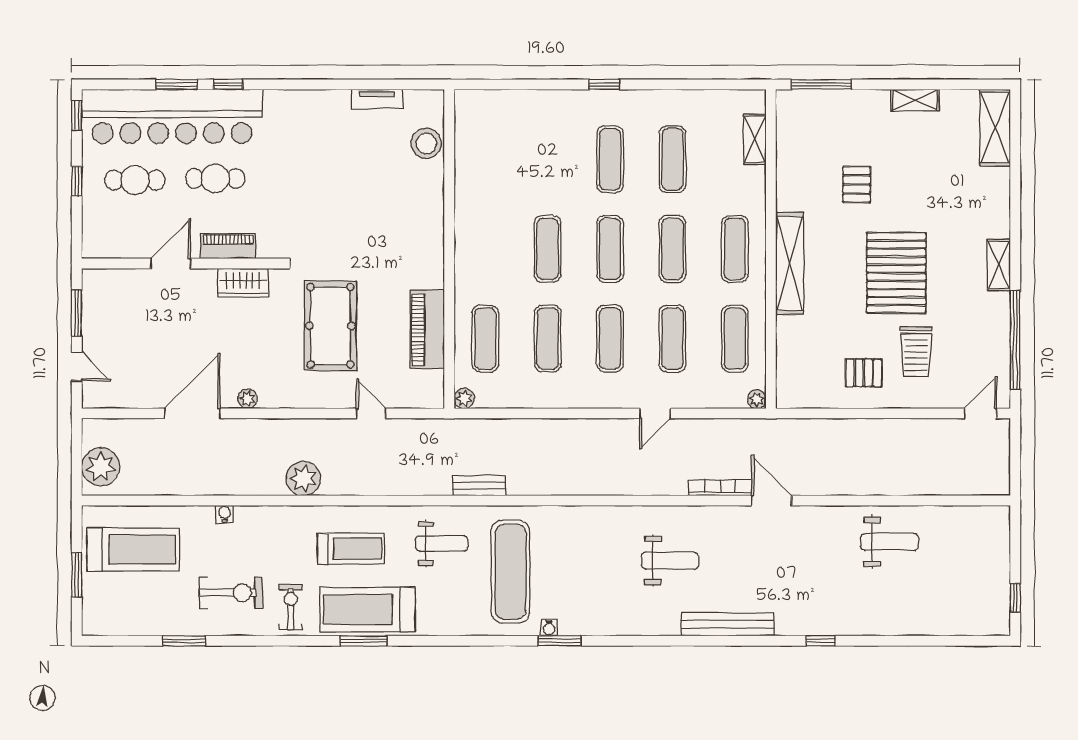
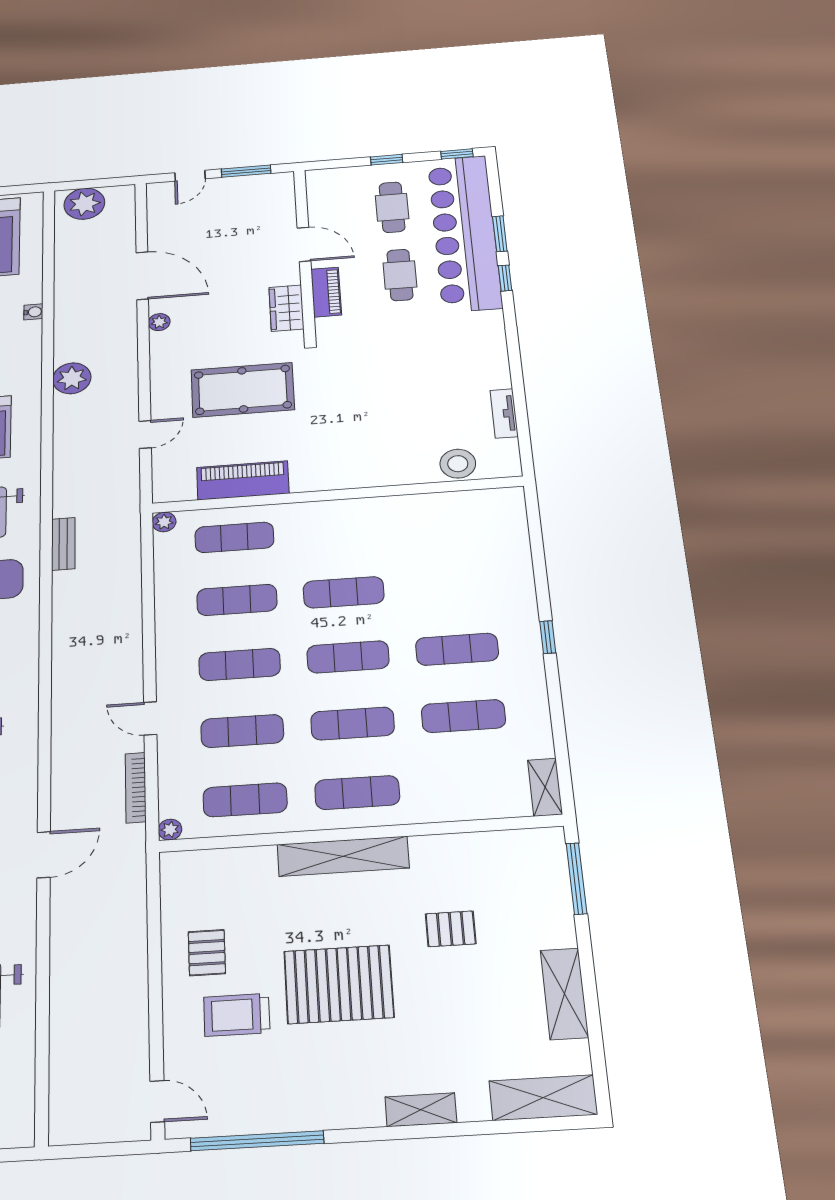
shelving: (915, 100) -> (564, 994), width x1.50, depth x1.33
shelving: (755, 139) -> (545, 787), moved, turned 90
shelving: (999, 265) -> (421, 1110), moved
bookcase: (720, 488) -> (136, 788), moved, turned 180

